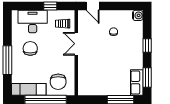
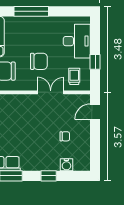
water cooler: (138, 15) -> (66, 165), moved
chair: (30, 48) -> (39, 61), moved

